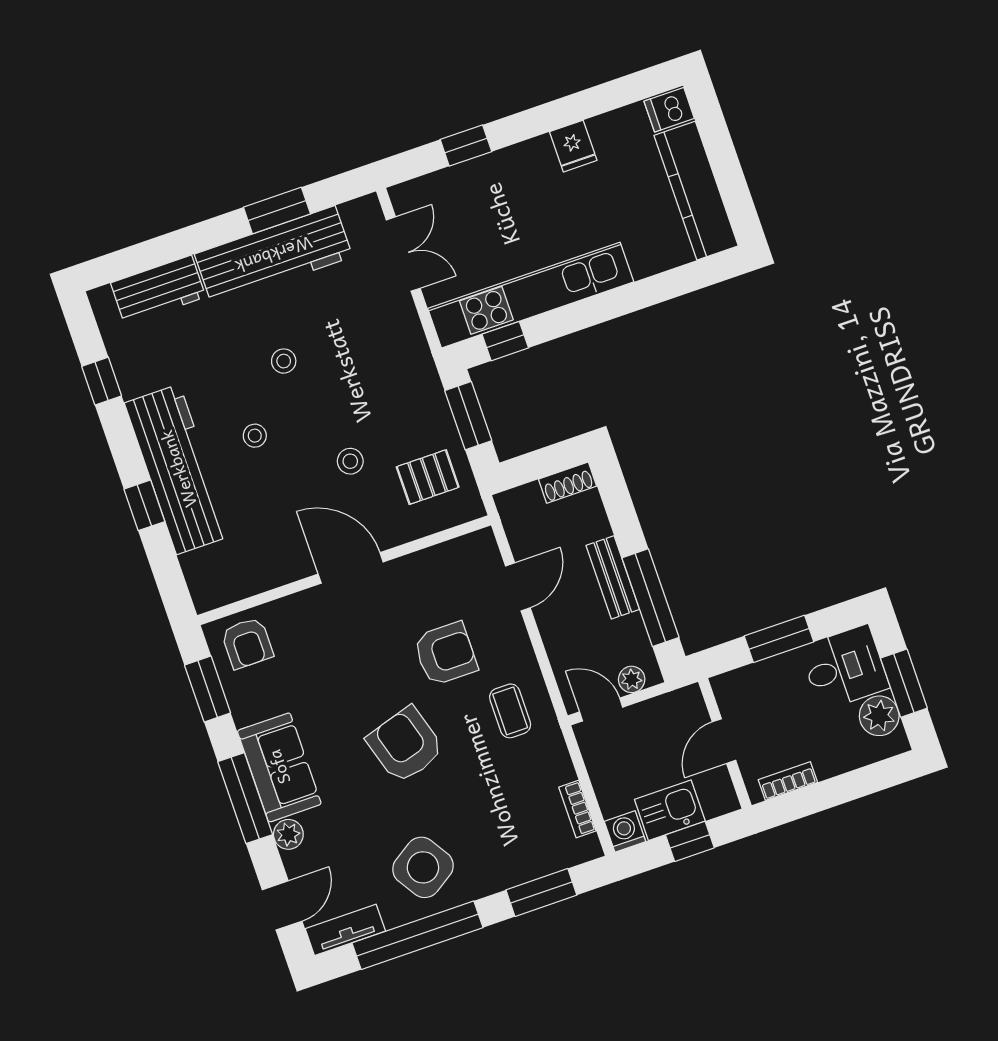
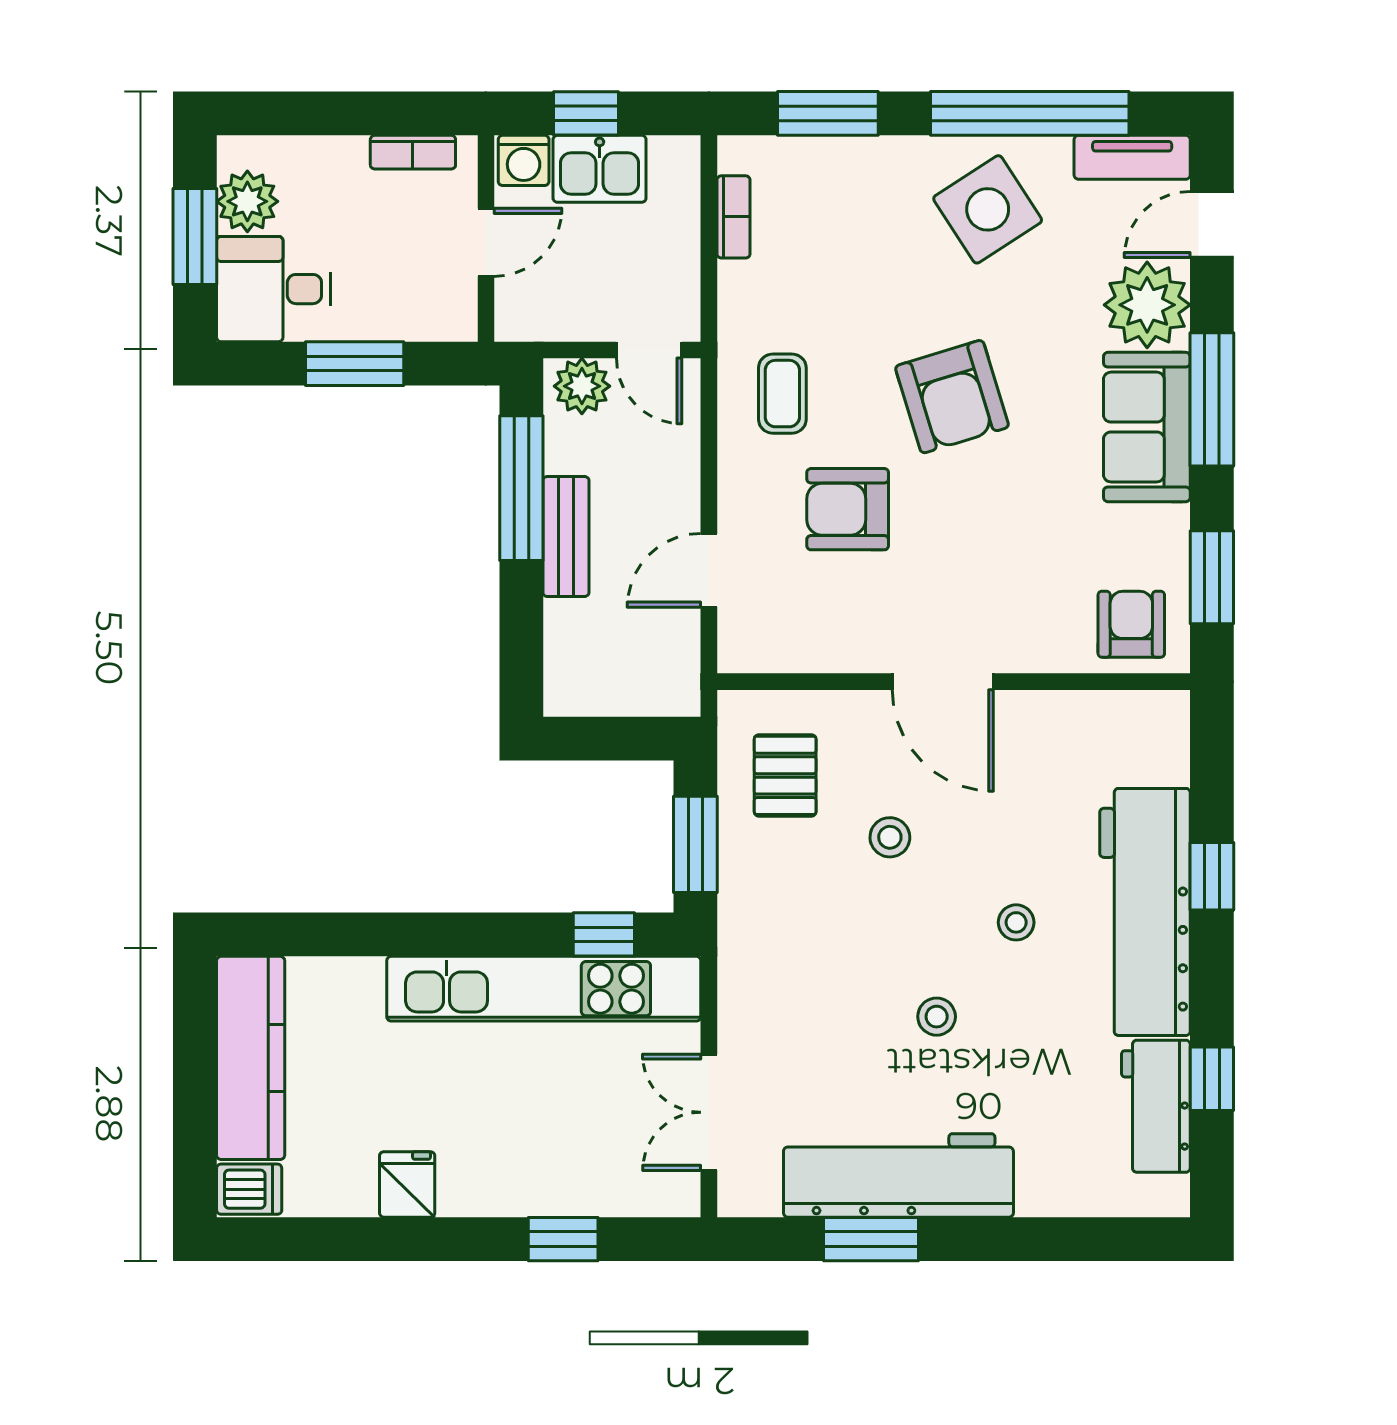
workbench: (158, 290) -> (1156, 1106), moved, turned -90
pallet: (428, 477) -> (785, 775), turned 90
shoe rack: (568, 483) -> (584, 697), removed
plant: (632, 679) -> (582, 386), width x1.38, depth x1.38
washing machine: (625, 831) -> (524, 160), moved
plant: (288, 834) -> (1147, 305), width x1.88, depth x1.88

